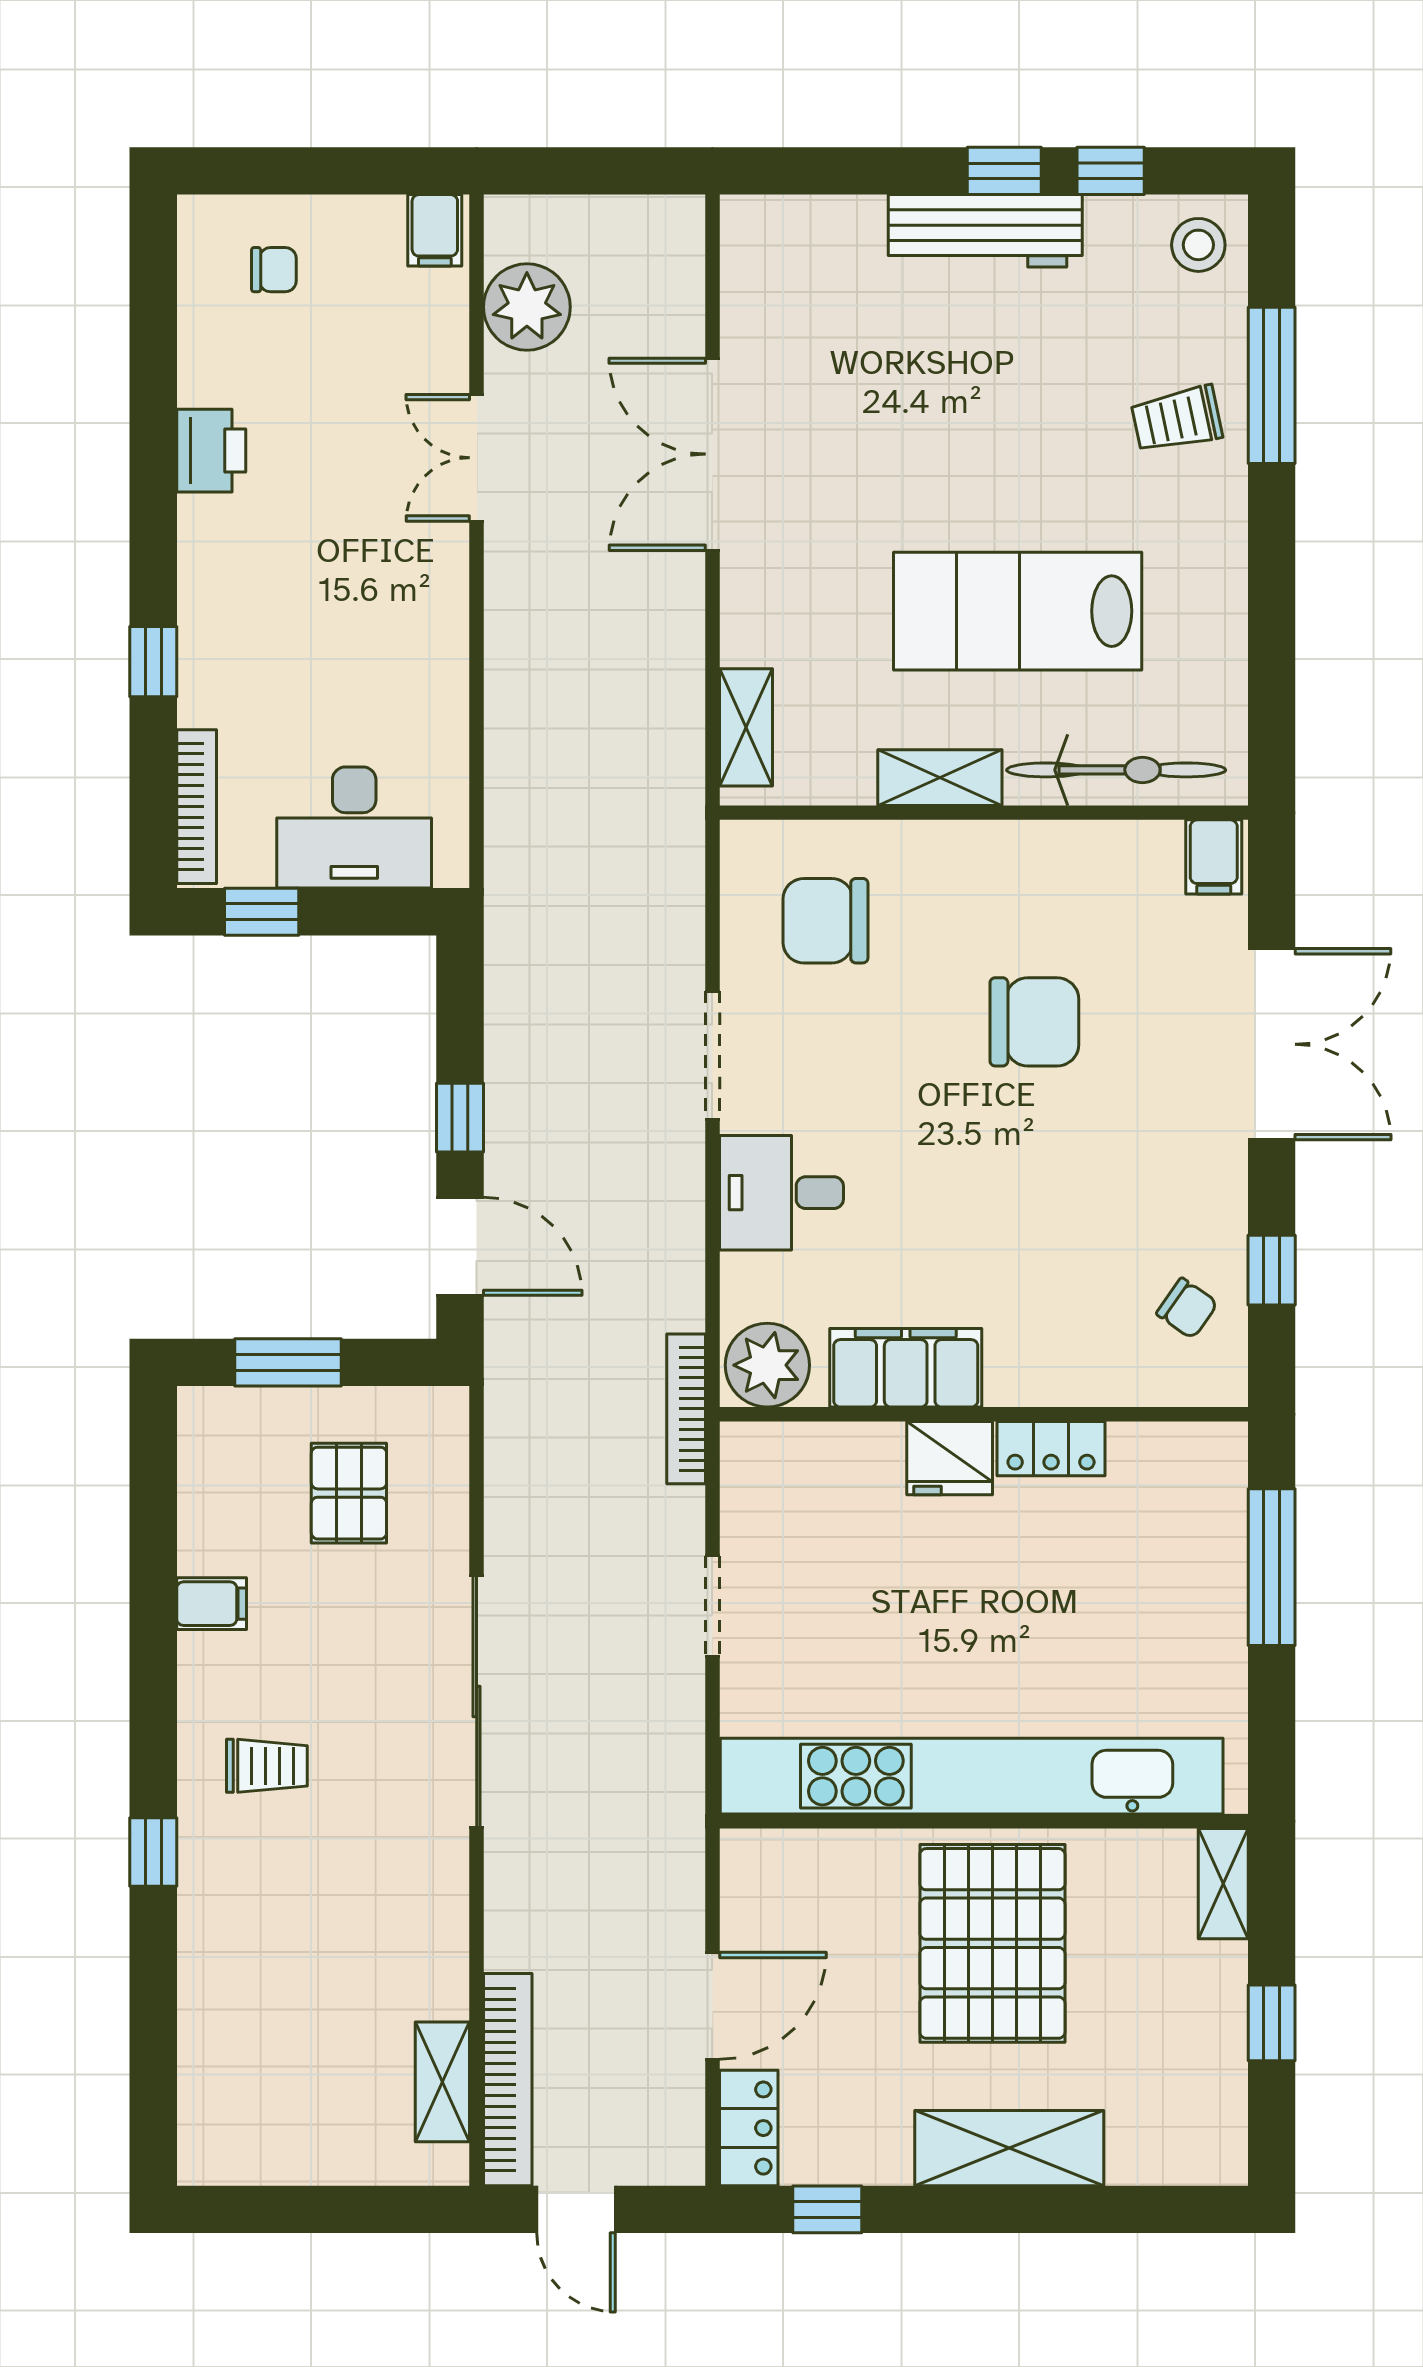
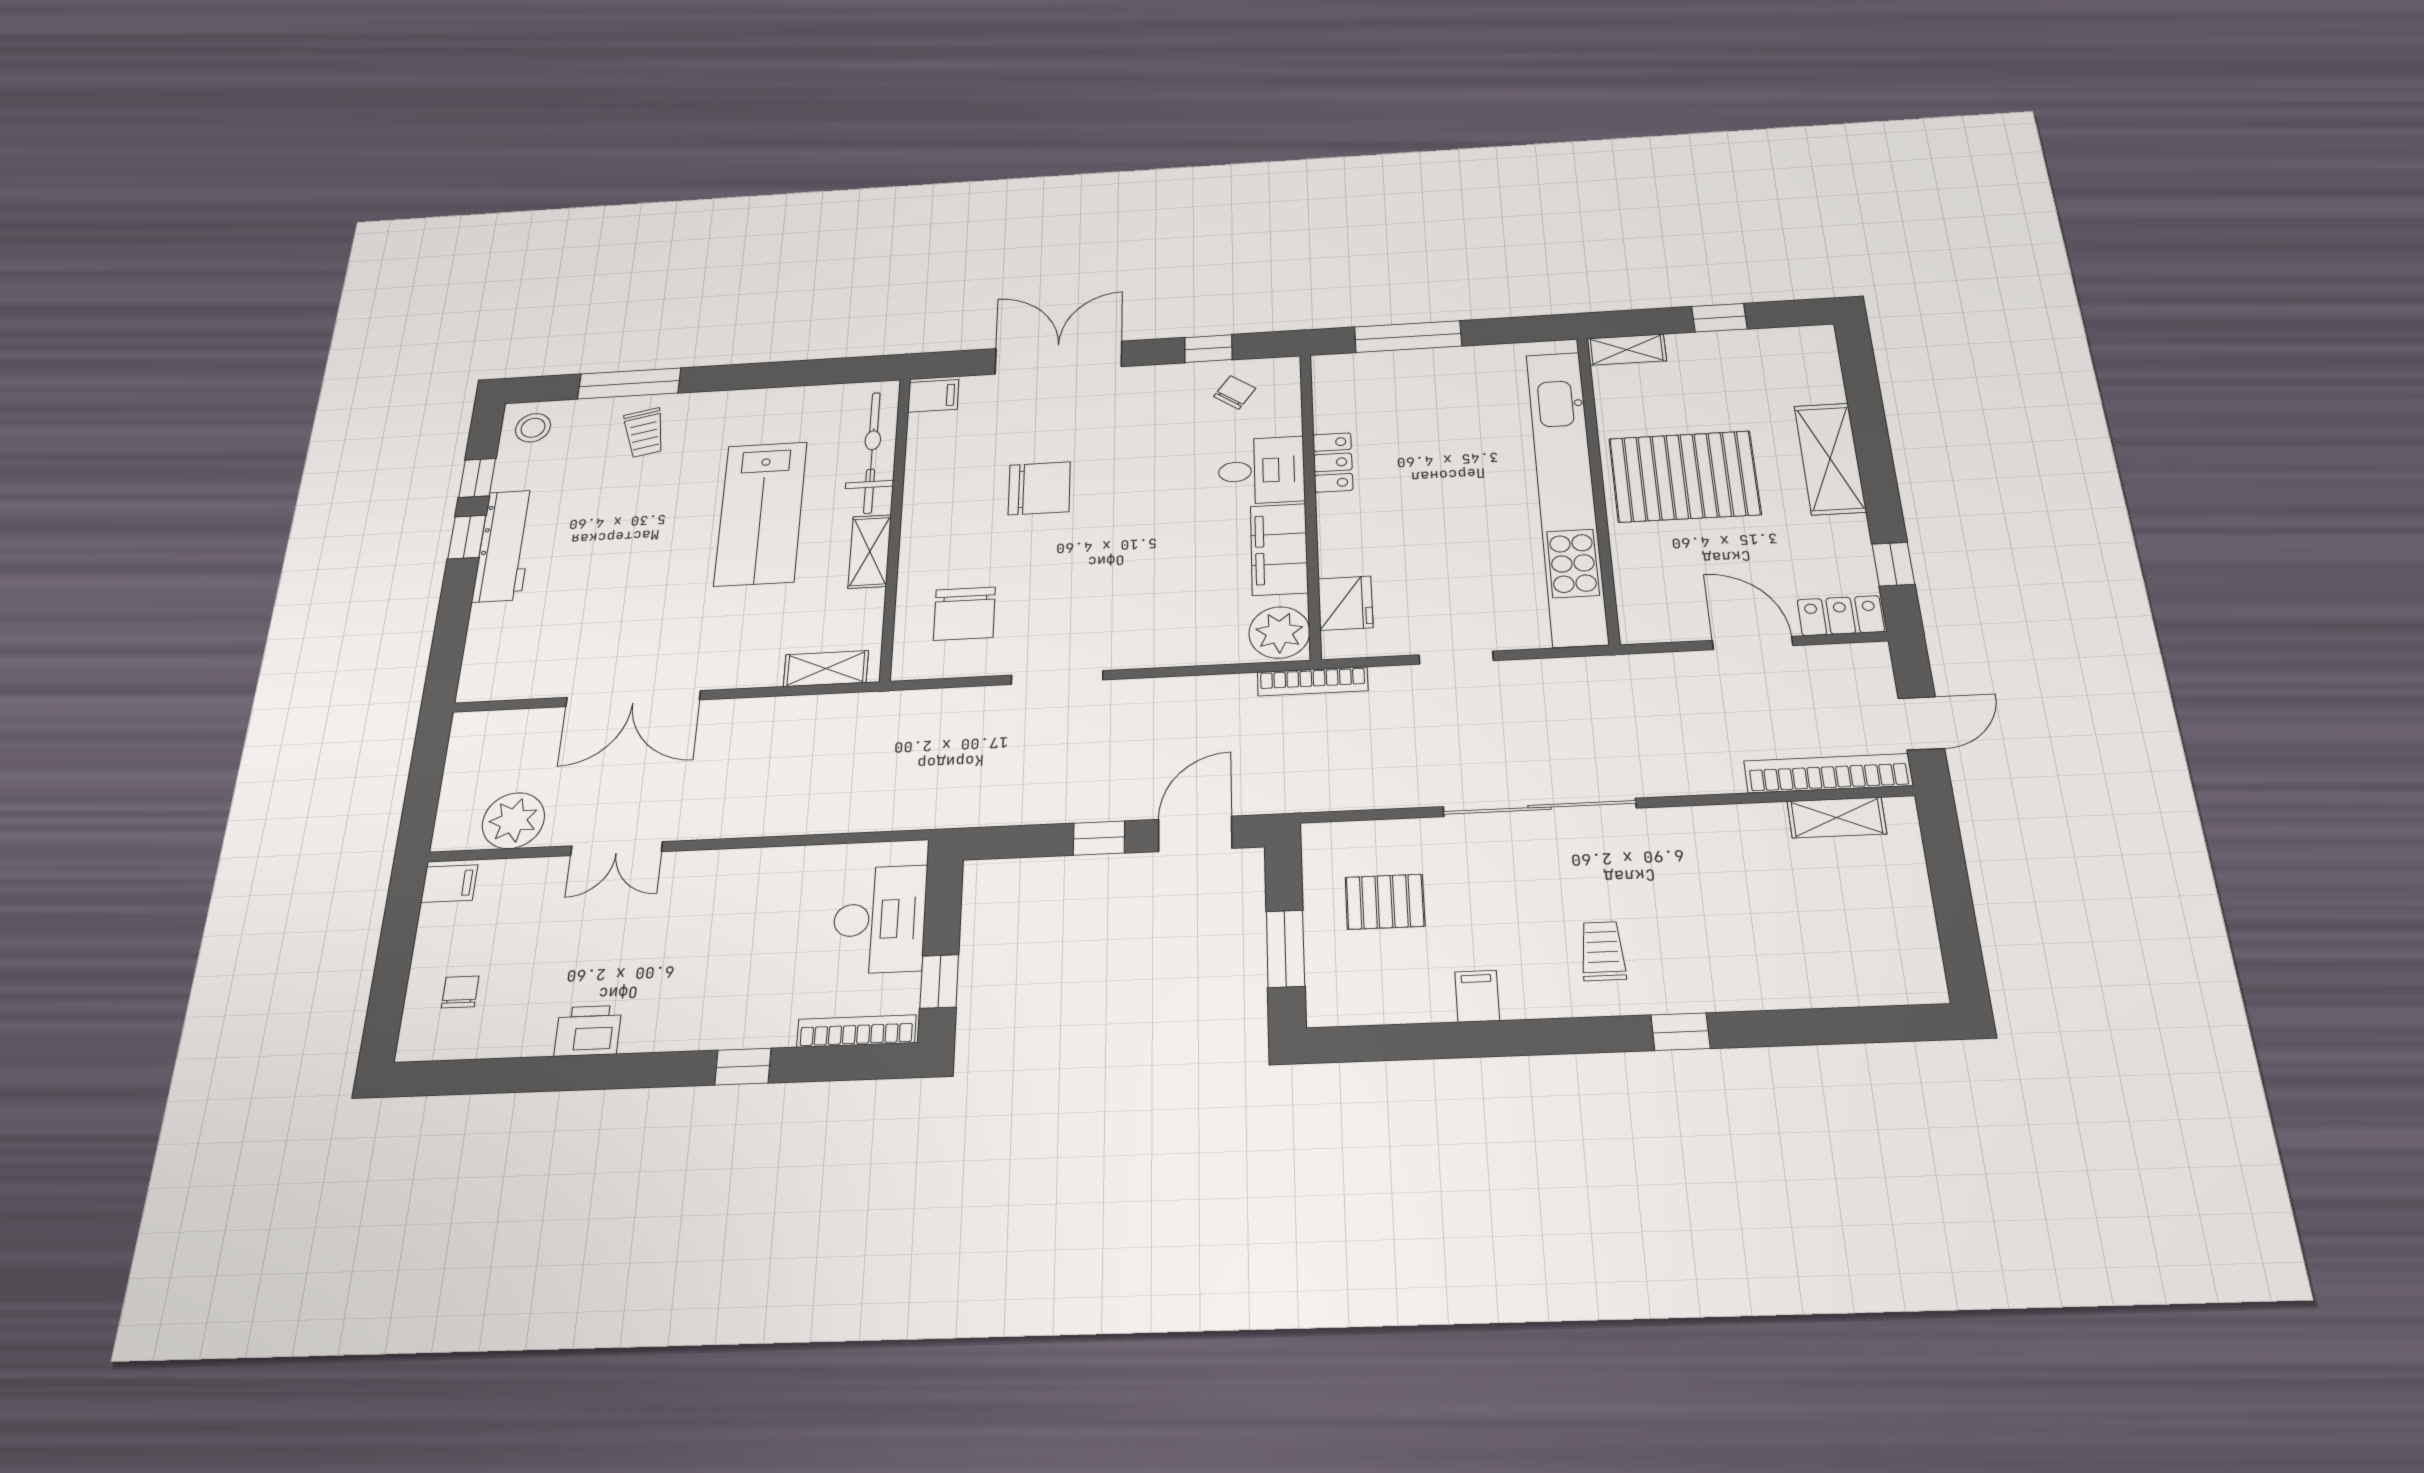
chair: (1034, 1022) -> (1039, 488), turned 90
desk: (781, 1193) -> (1261, 470), moved, turned -90
fridge: (950, 1458) -> (1345, 603), moved

